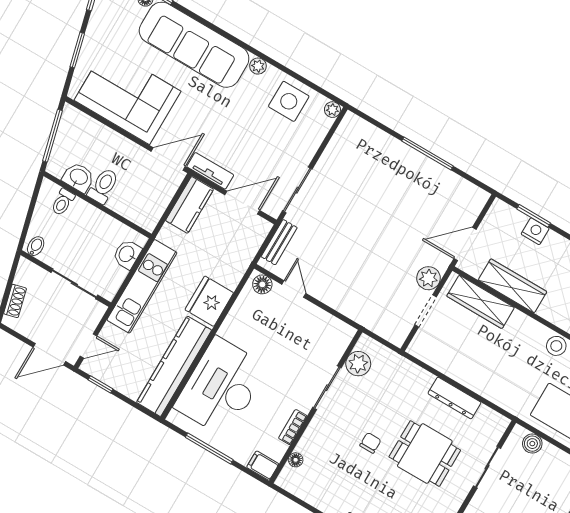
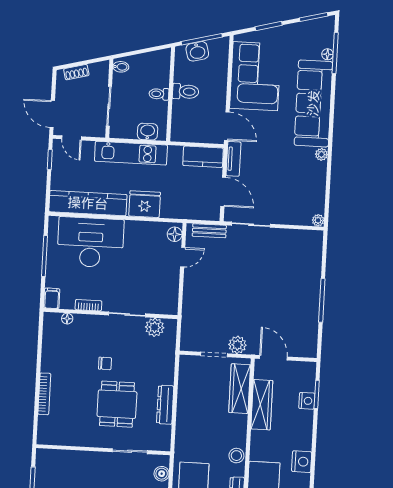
side table: (289, 101) -> (308, 188), removed
washbasin: (79, 177) -> (197, 51), moved, turned 76
toilet: (63, 202) -> (159, 94), moved

